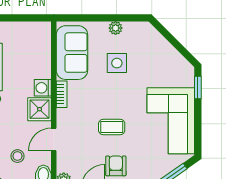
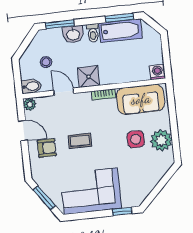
plant: (116, 28) -> (161, 140), width x1.88, depth x1.88
washing machine: (43, 88) -> (158, 72), moved
coffee table: (112, 127) -> (80, 141), turned 90

